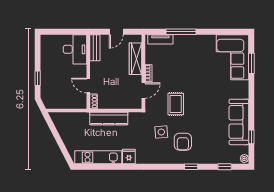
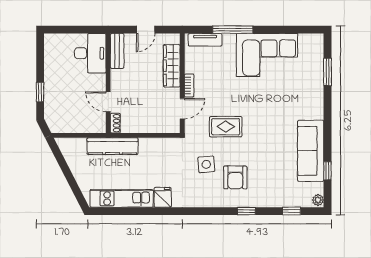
corner sofa: (232, 57) -> (267, 55), moved, turned -90
rug: (176, 104) -> (226, 127), turned 90
kitchen counter: (109, 118) -> (112, 146), moved

